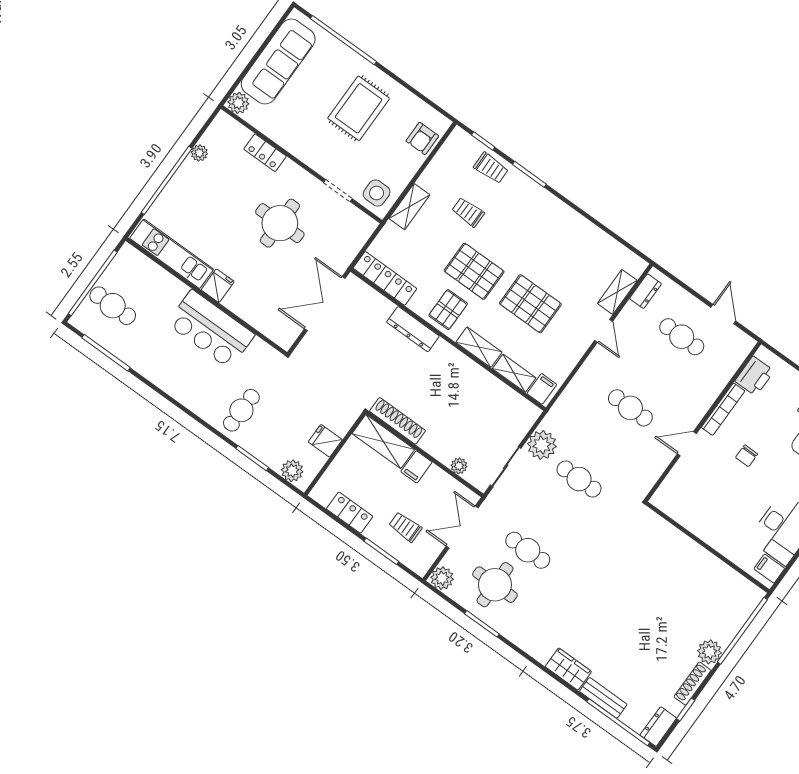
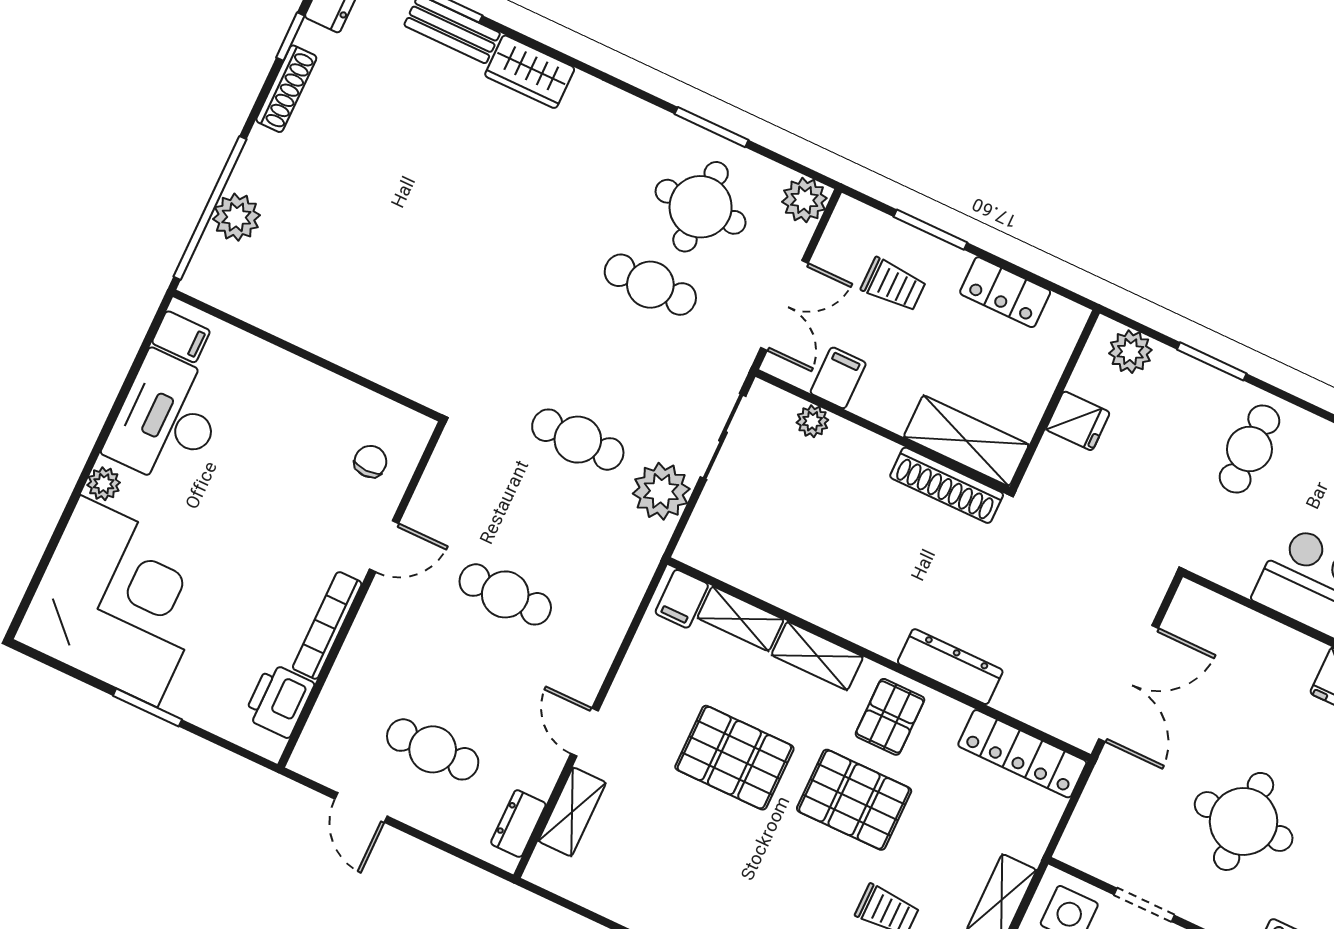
chair: (747, 456) -> (370, 461), moved
filing cabinet: (416, 467) -> (838, 378), moved
plant: (710, 652) -> (236, 217), moved

